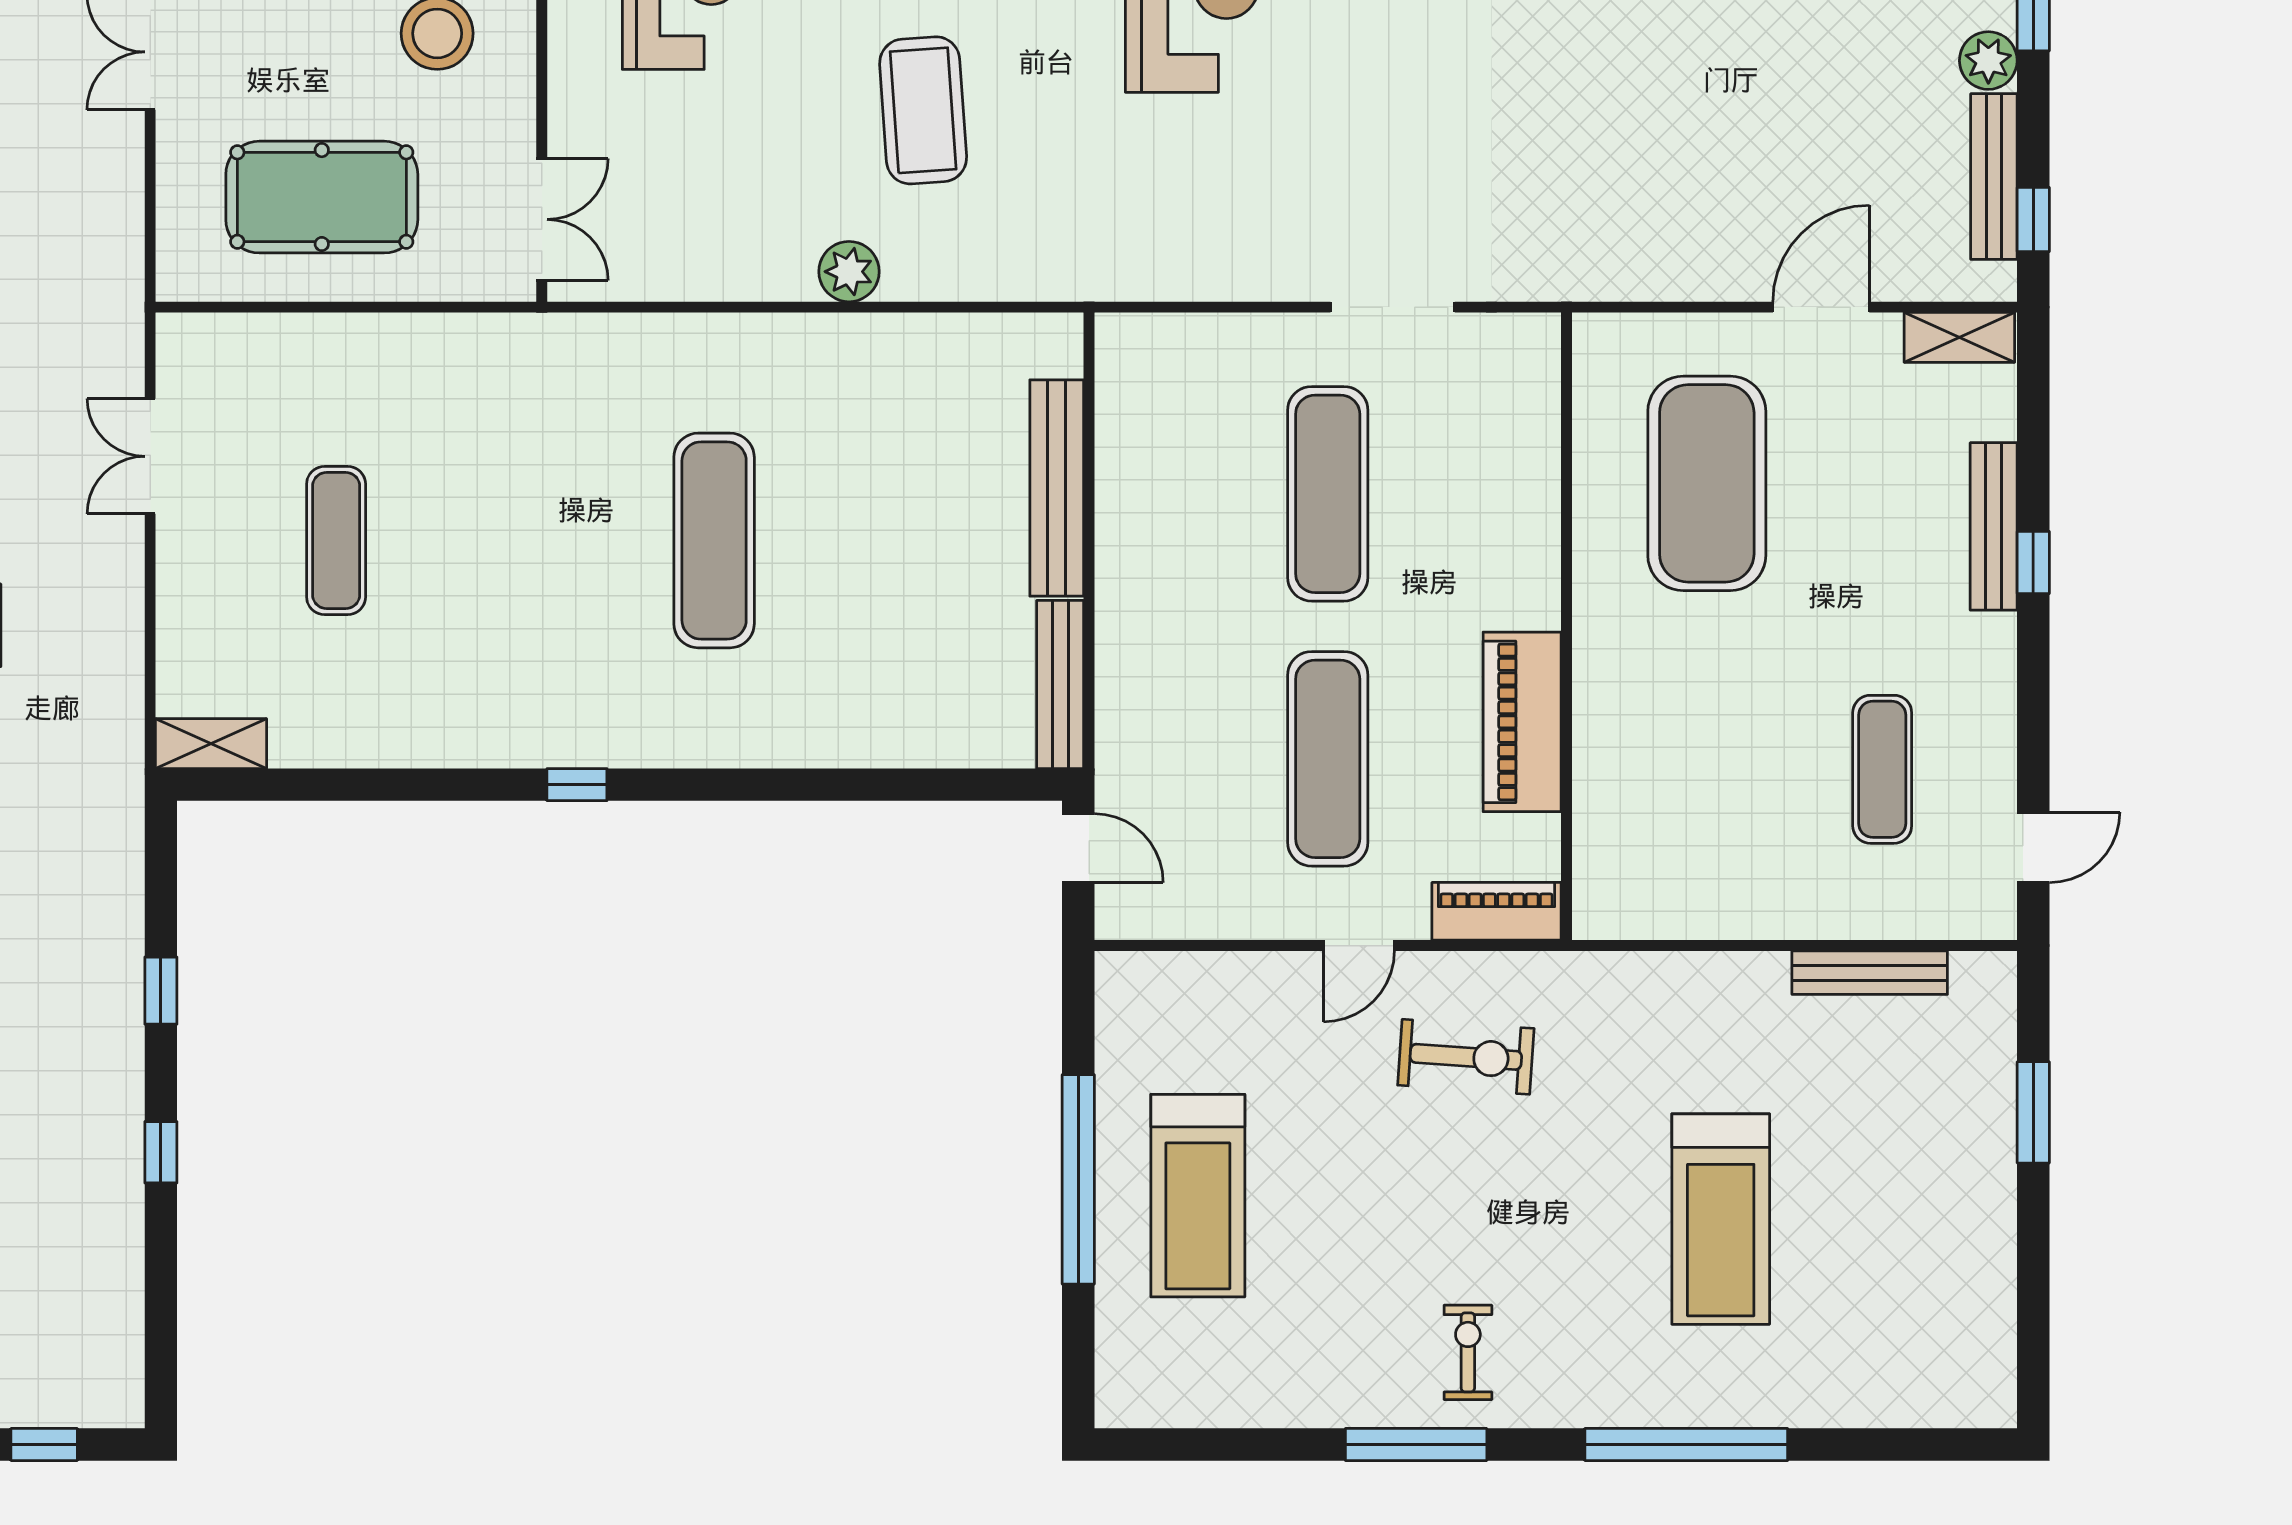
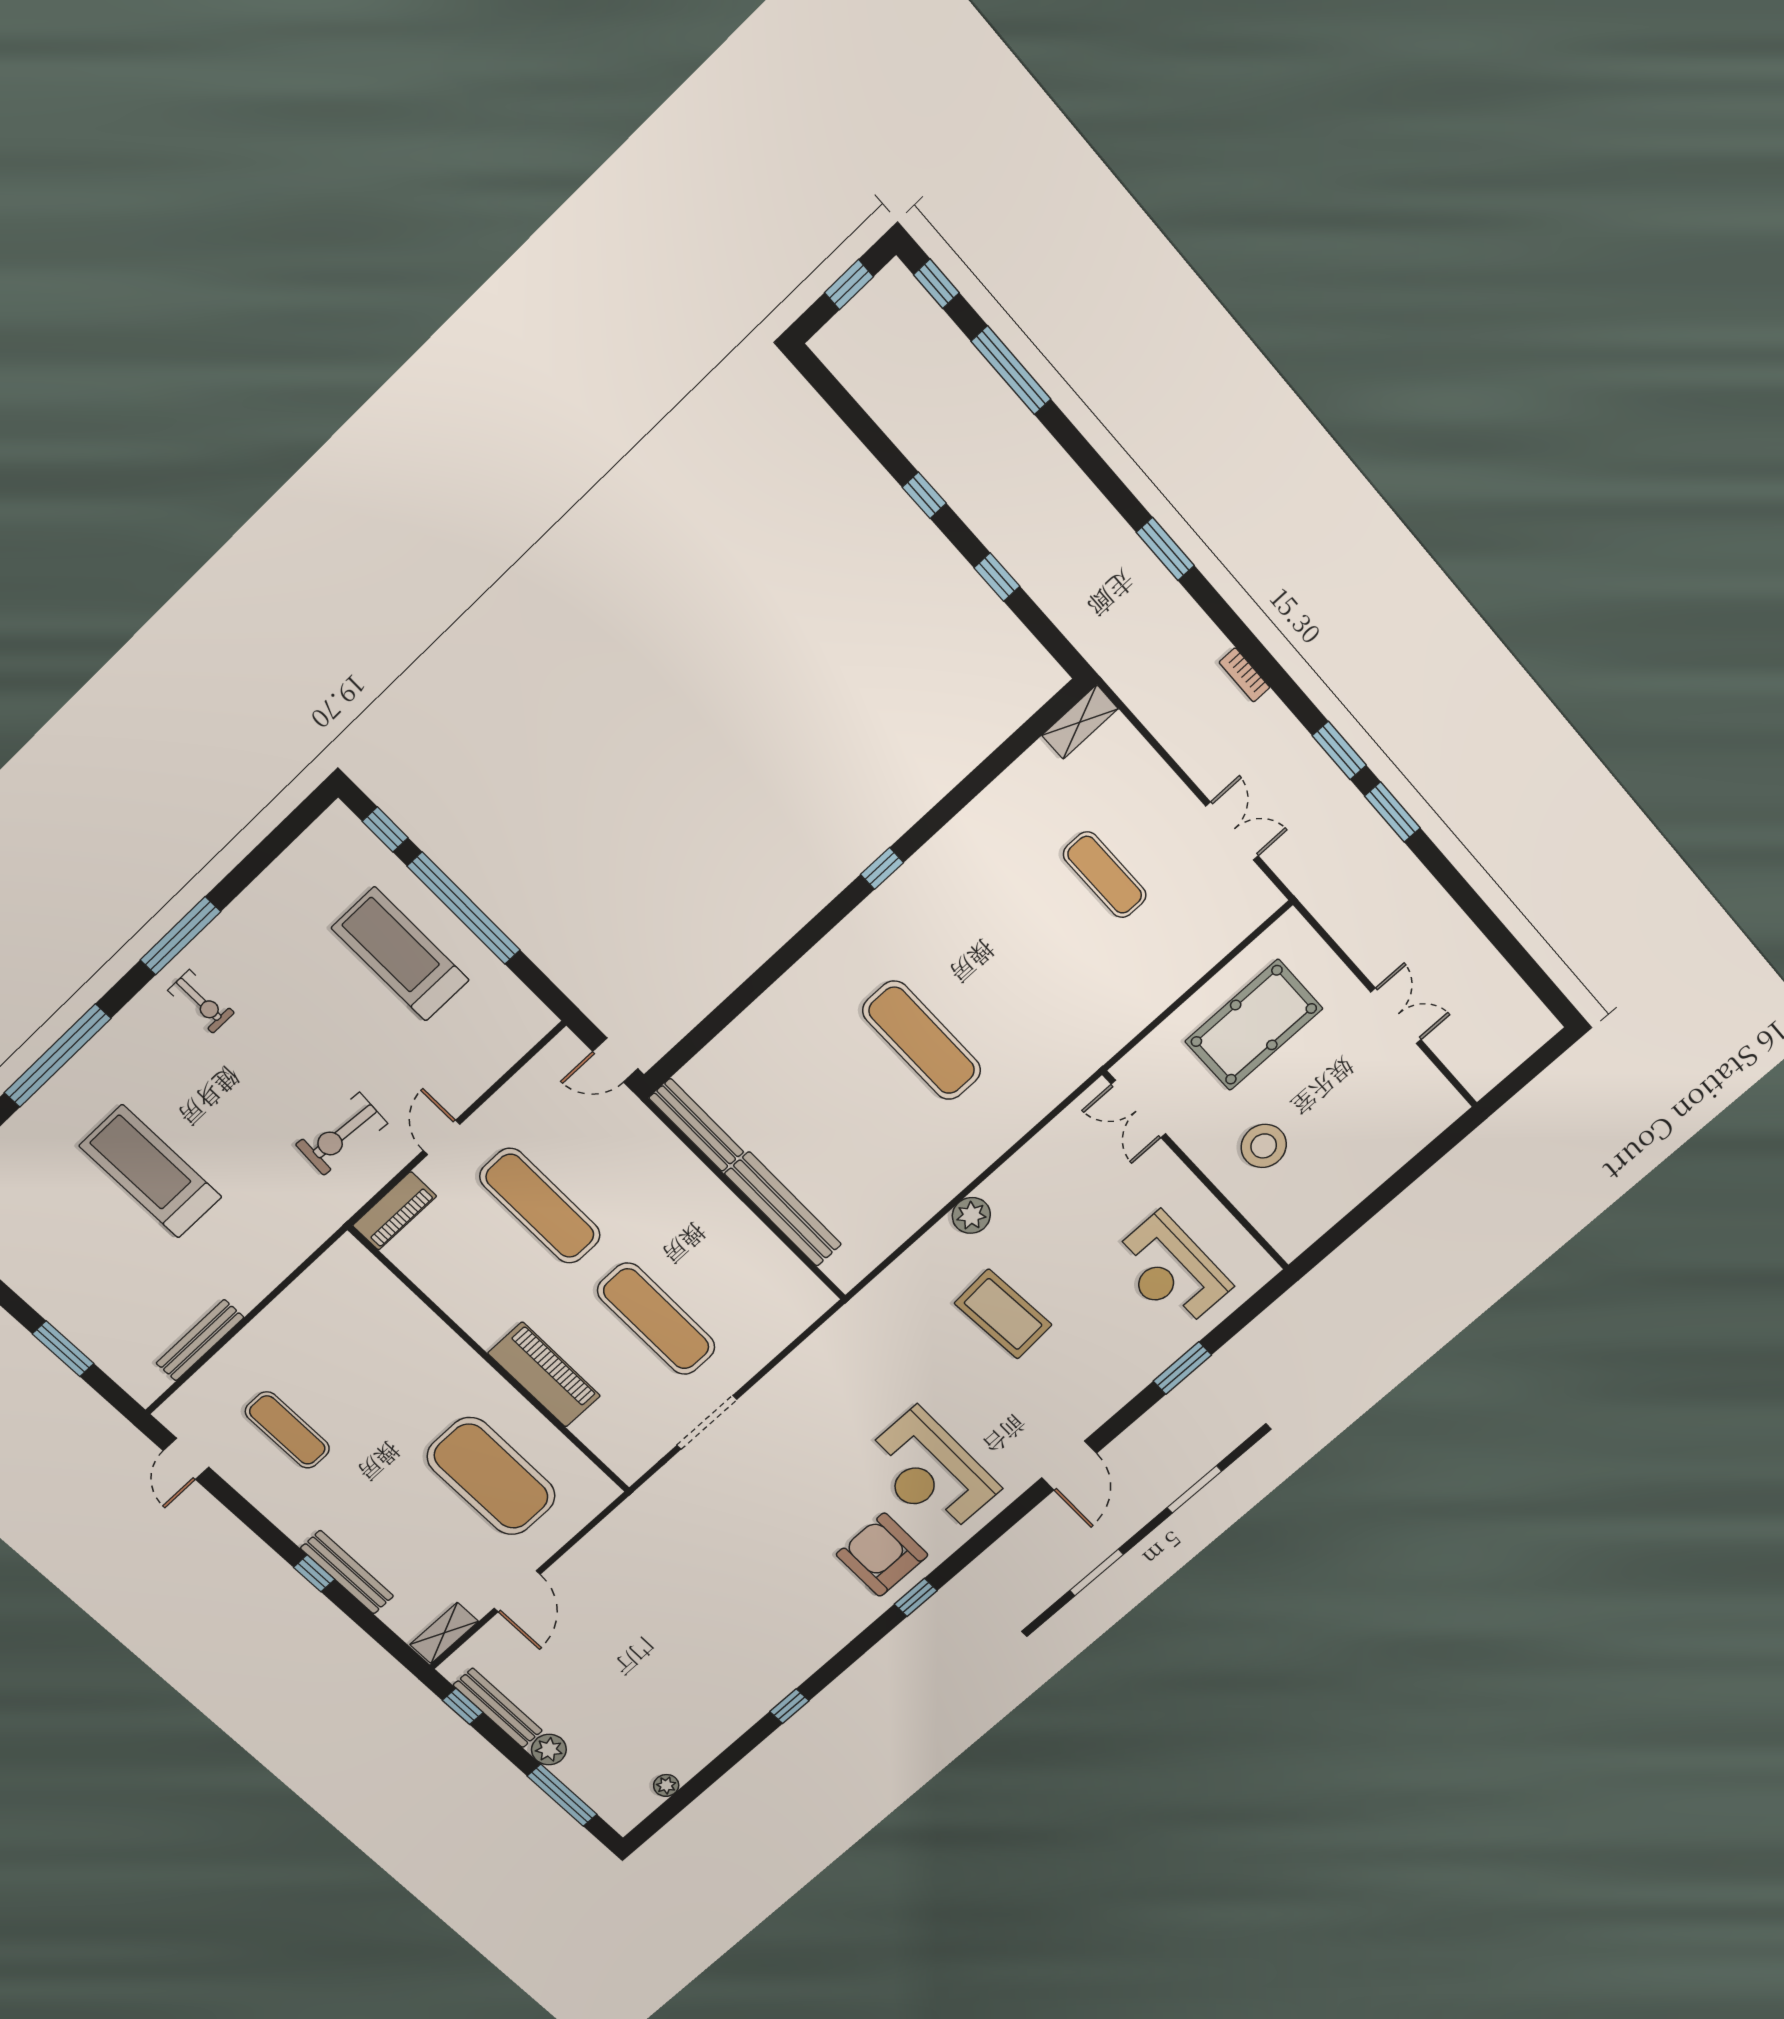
piano: (1522, 722) -> (544, 1375), moved
window: (1078, 1346) -> (385, 829), added

